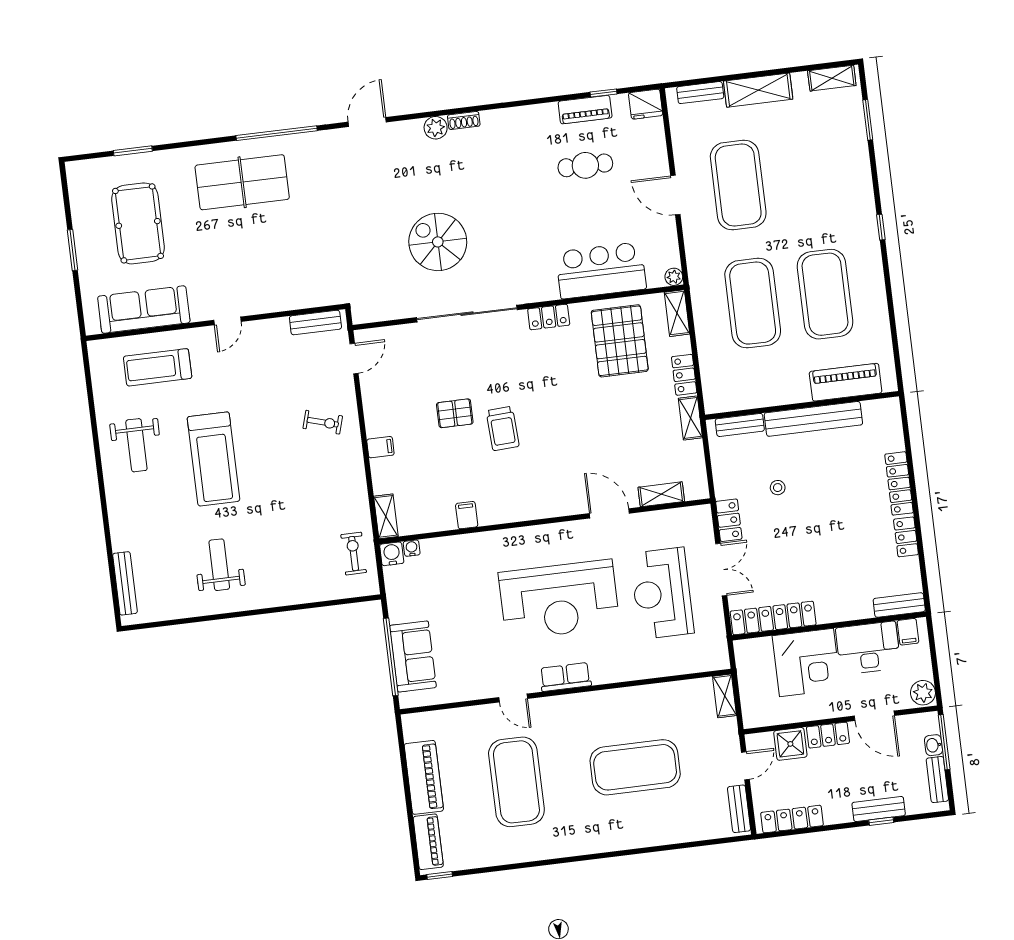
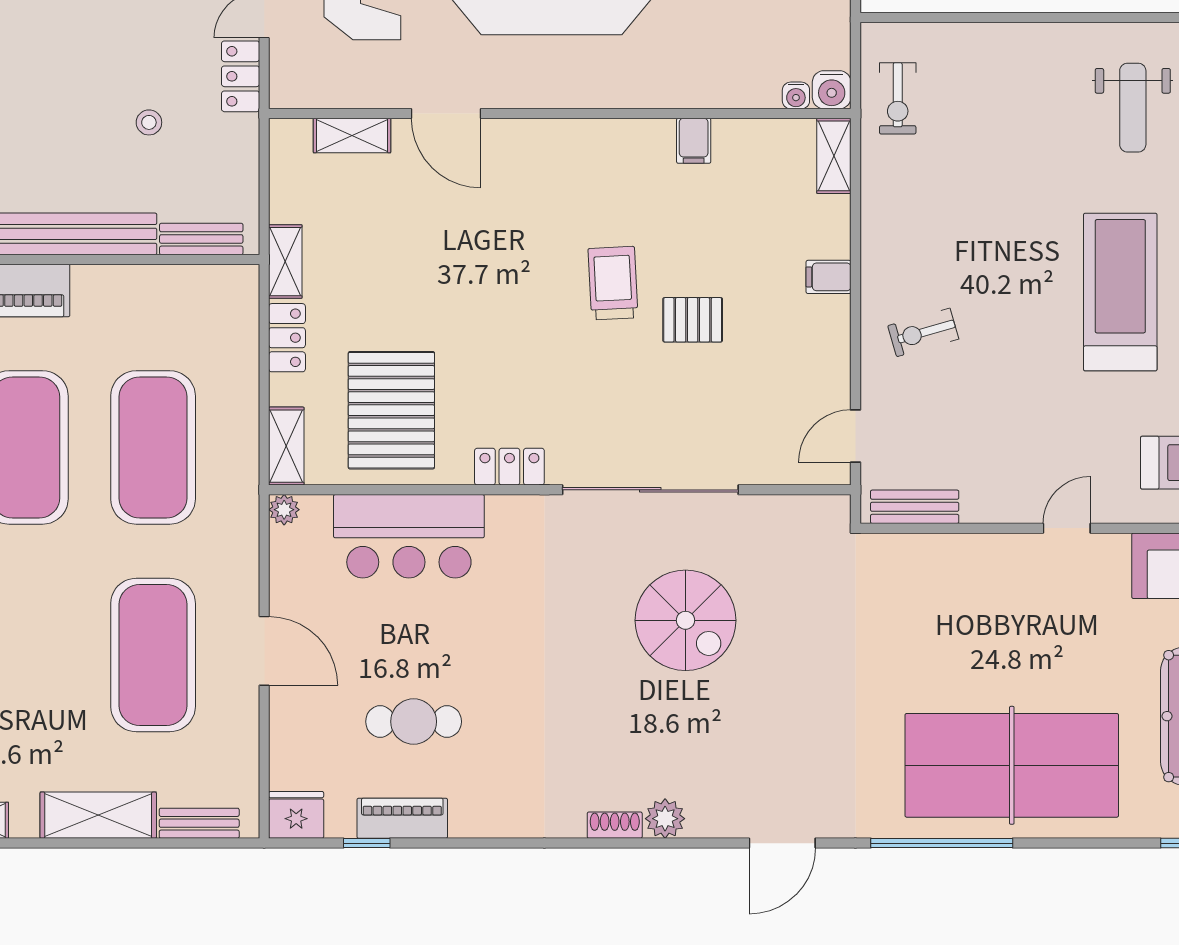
table tennis table: (242, 182) -> (1012, 765), width x1.36, depth x1.32
exercise bike: (323, 422) -> (923, 332), turned -32

